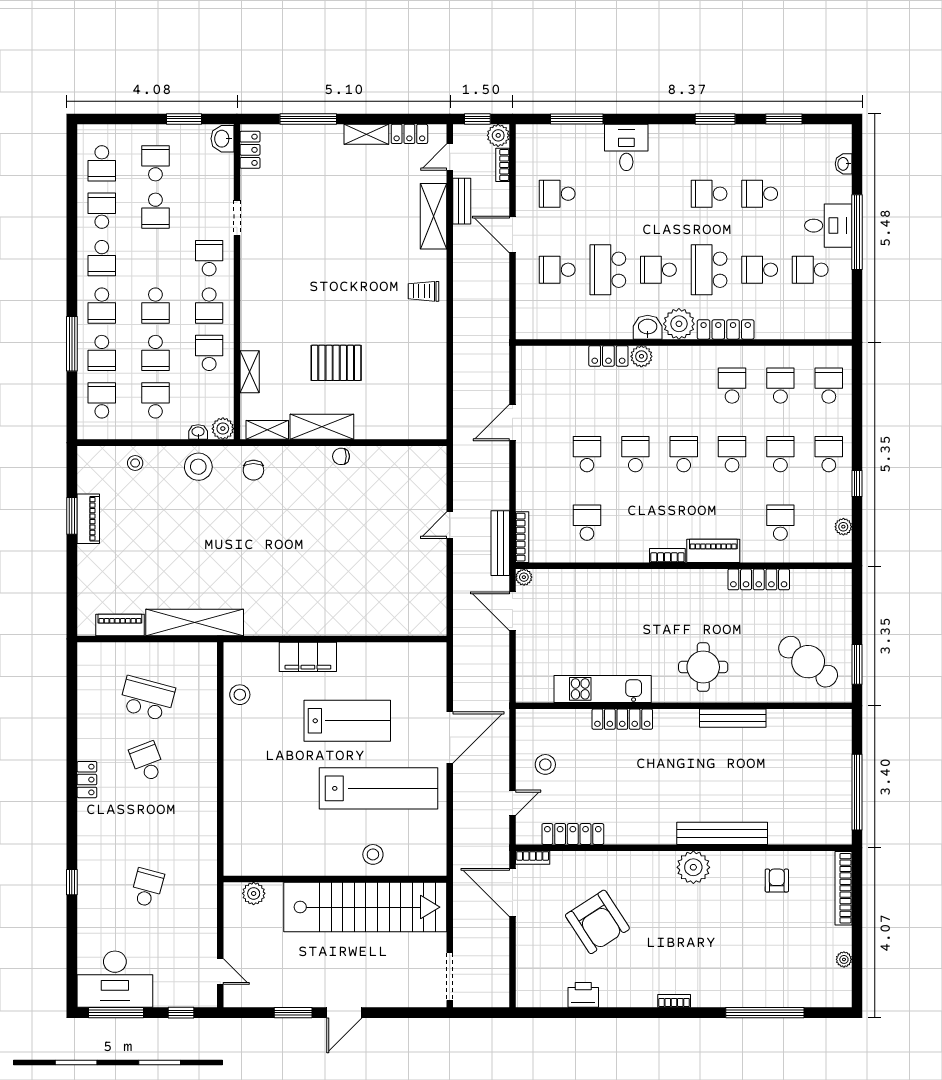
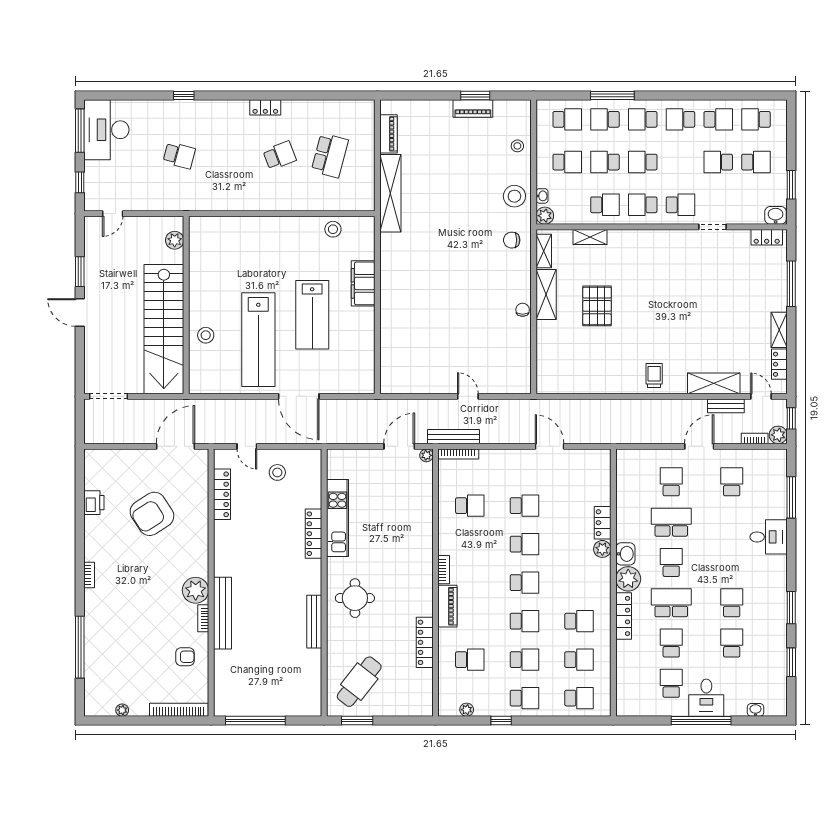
bookcase: (533, 858) -> (203, 618), moved

